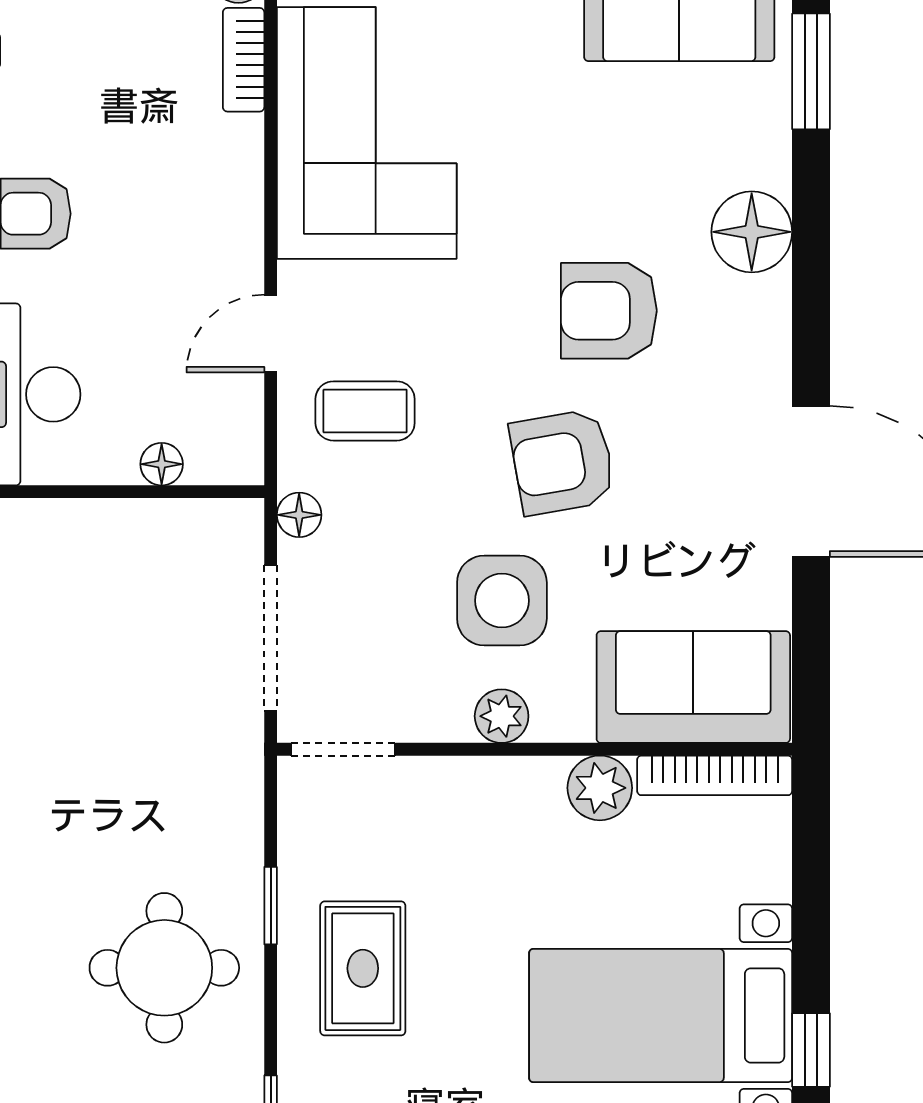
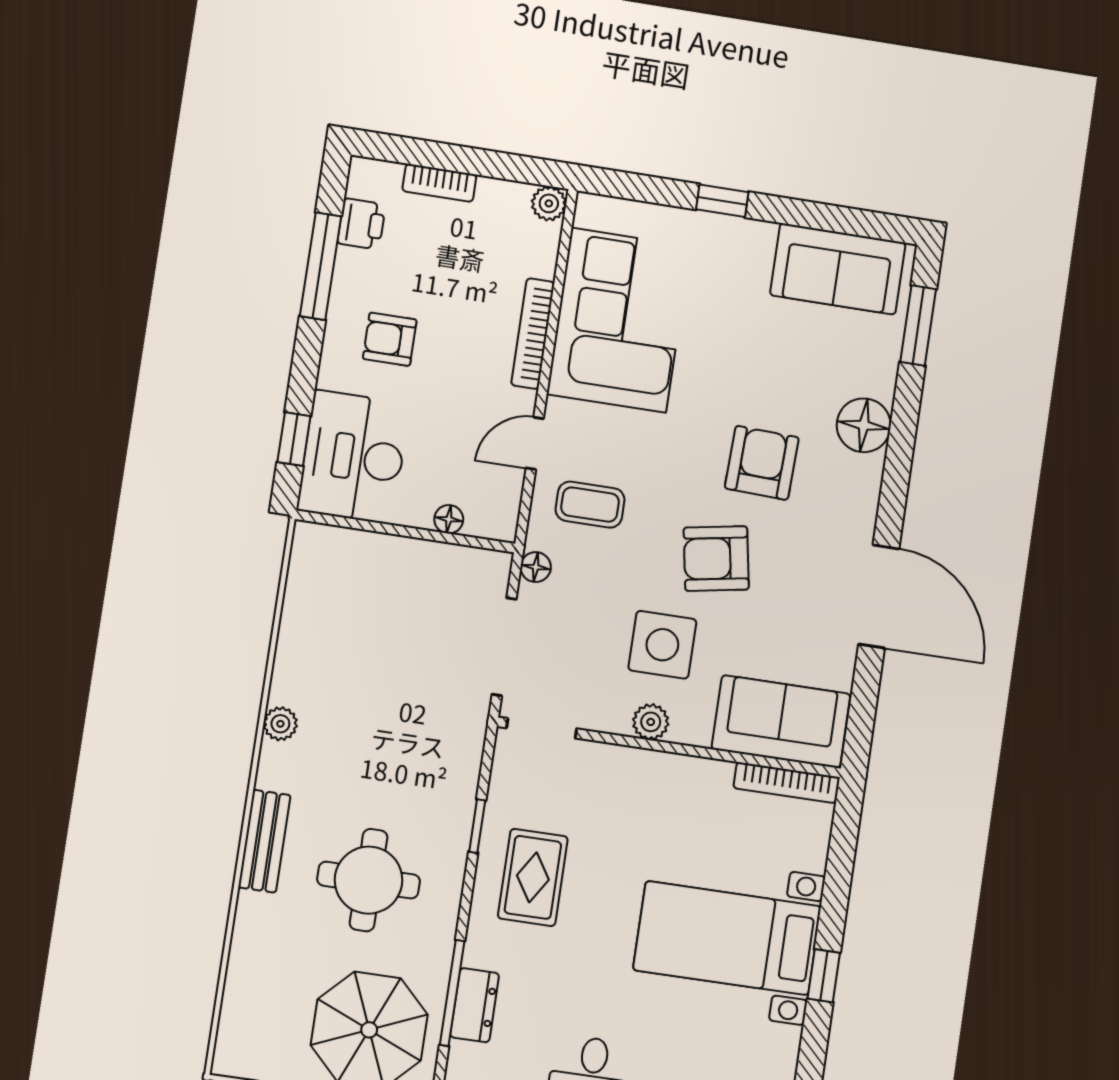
bookcase: (244, 60) -> (533, 334), moved, width x1.56
armchair: (609, 311) -> (762, 463), turned 92
plant: (600, 788) -> (709, 780), removed
round table: (164, 968) -> (369, 880), moved

